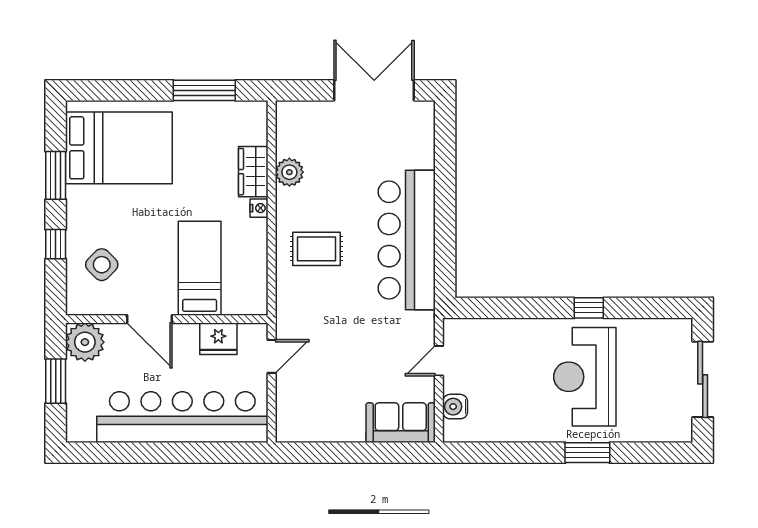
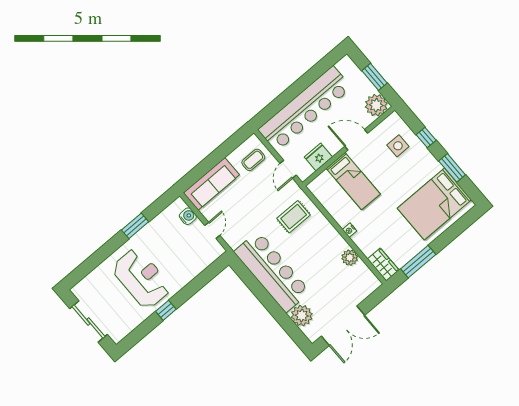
plant: (417, 150) -> (302, 316), added
wardrobe: (253, 172) -> (383, 265), moved
rug: (317, 249) -> (294, 217), moved
side table: (102, 265) -> (398, 146), turned 45
coffee table: (307, 407) -> (253, 160), added
sofa: (401, 423) -> (211, 184), width x1.36
window: (587, 453) -> (135, 226), moved

